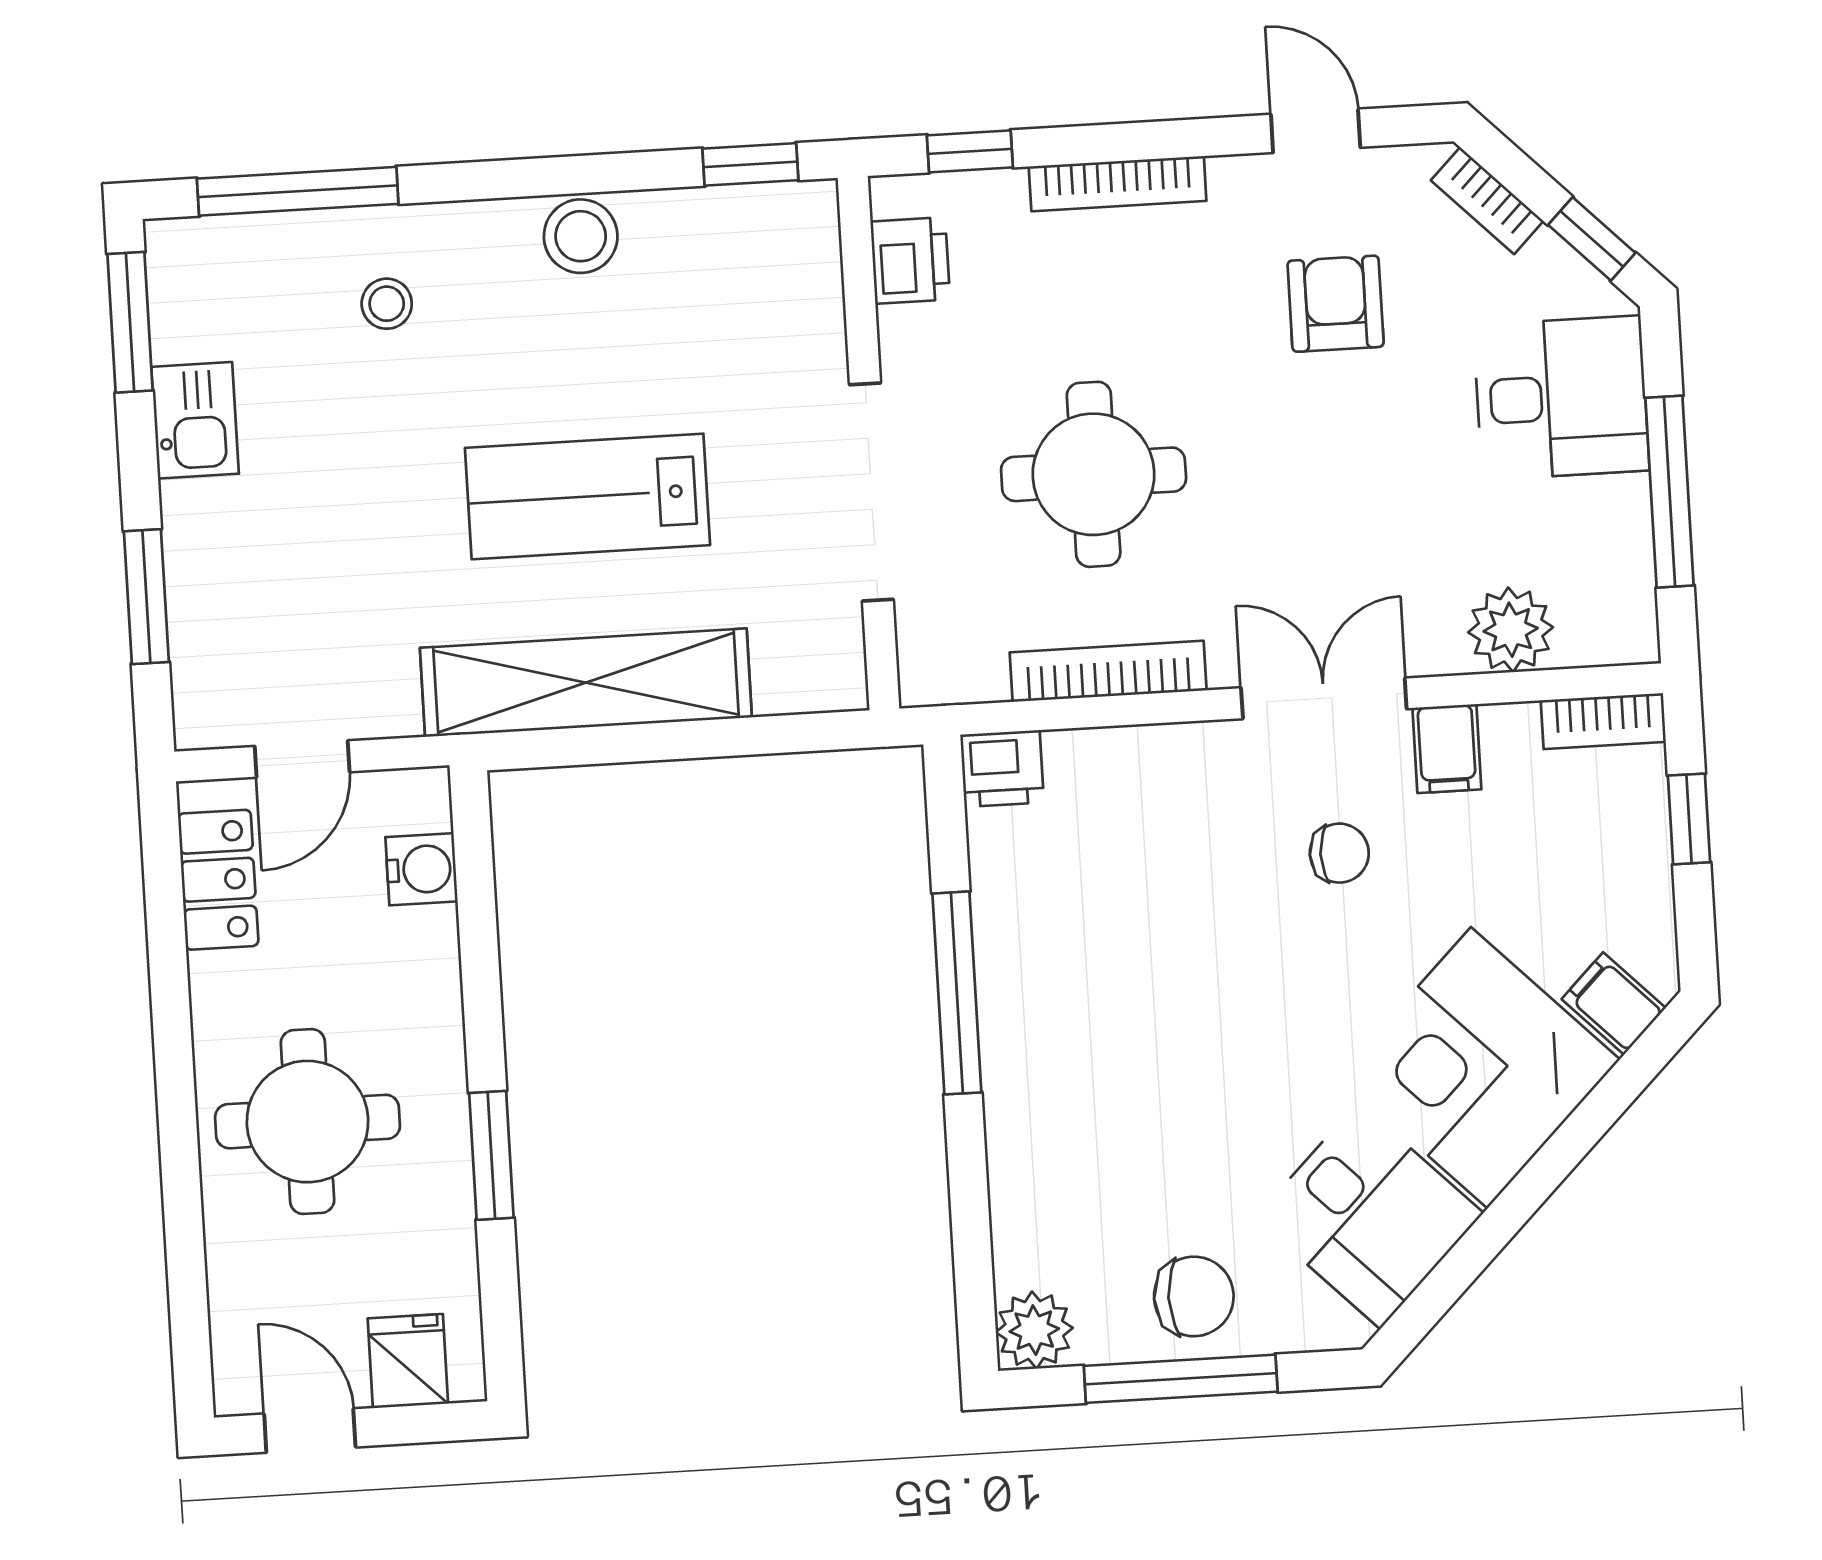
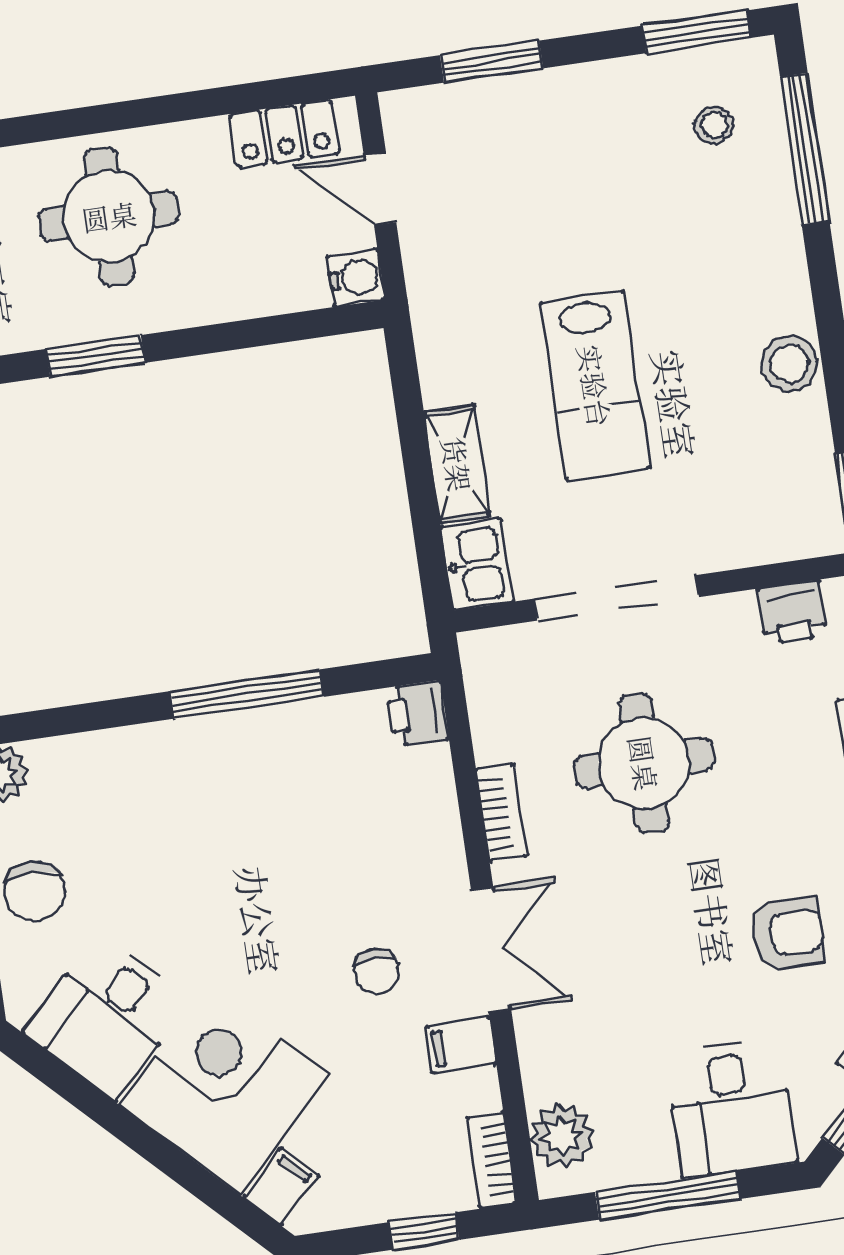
stool: (387, 304) -> (714, 125), moved
kitchen sink: (195, 420) -> (477, 564), moved, turned -90
lab bench: (588, 496) -> (595, 386), turned 180
plant: (1511, 630) -> (562, 1136), moved
bookcase: (1108, 671) -> (501, 813), width x0.64
shelving: (586, 683) -> (457, 464), width x0.45, depth x0.75
water cooler: (421, 869) -> (356, 278), moved, turned -90

